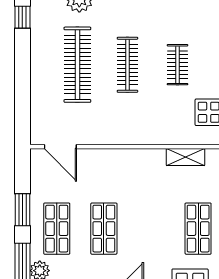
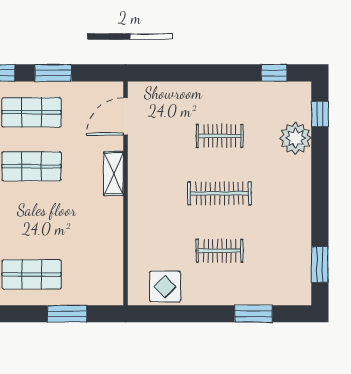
clothes rail: (77, 65) -> (220, 136), width x0.54, depth x0.76
shelving: (185, 157) -> (114, 174), moved

